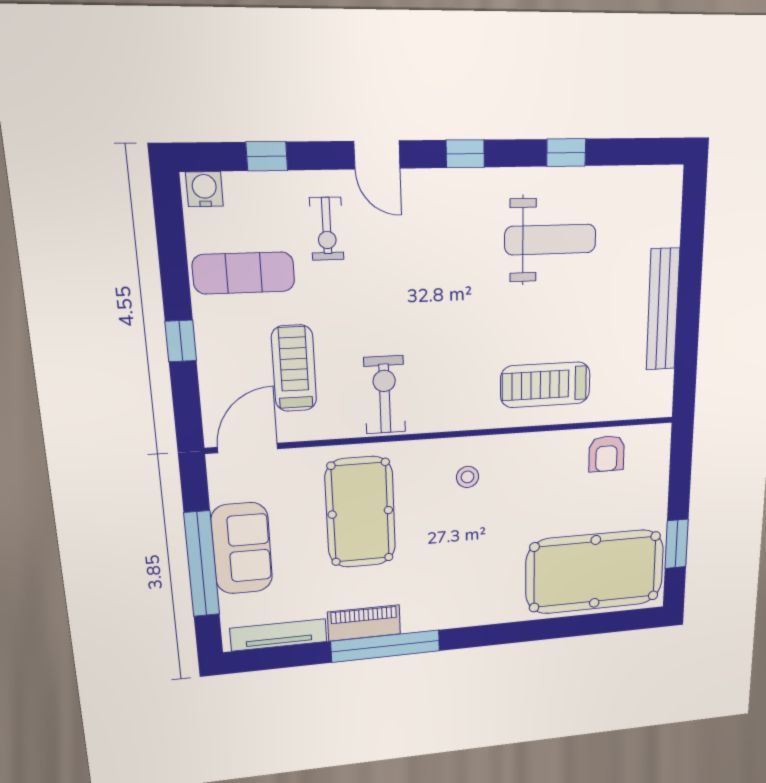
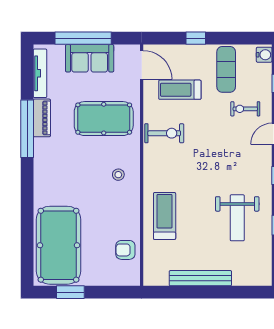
treadmill: (294, 368) -> (180, 90), turned 180

